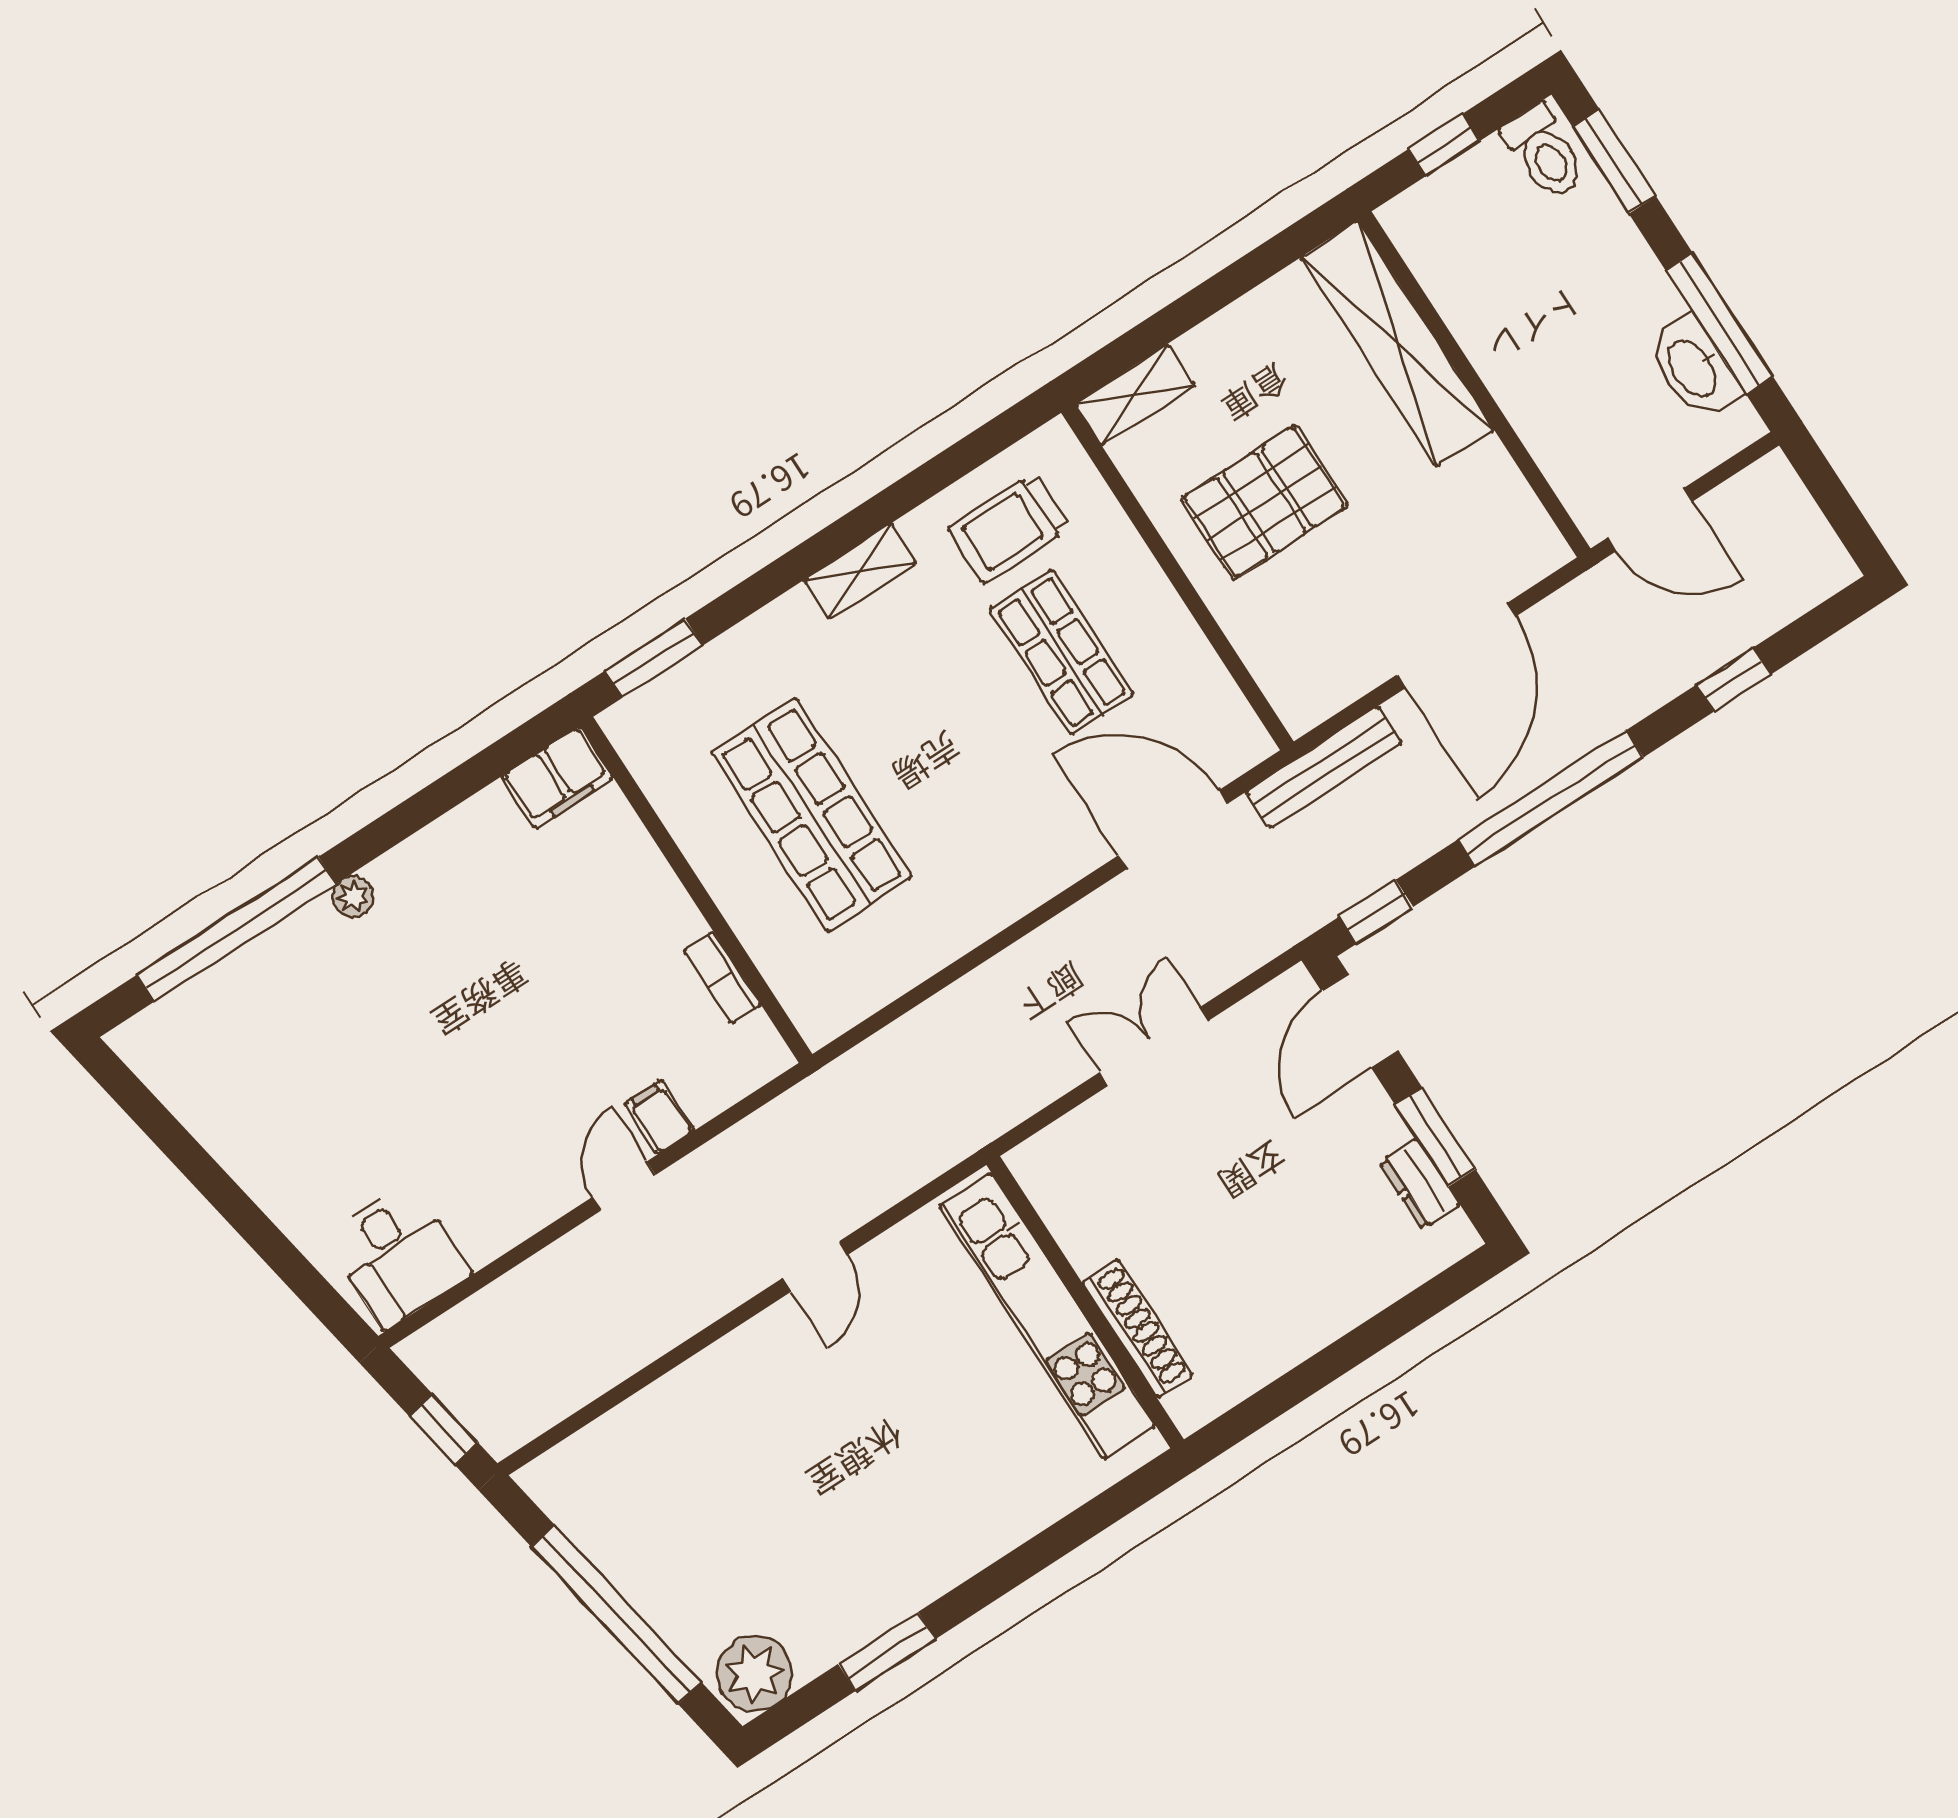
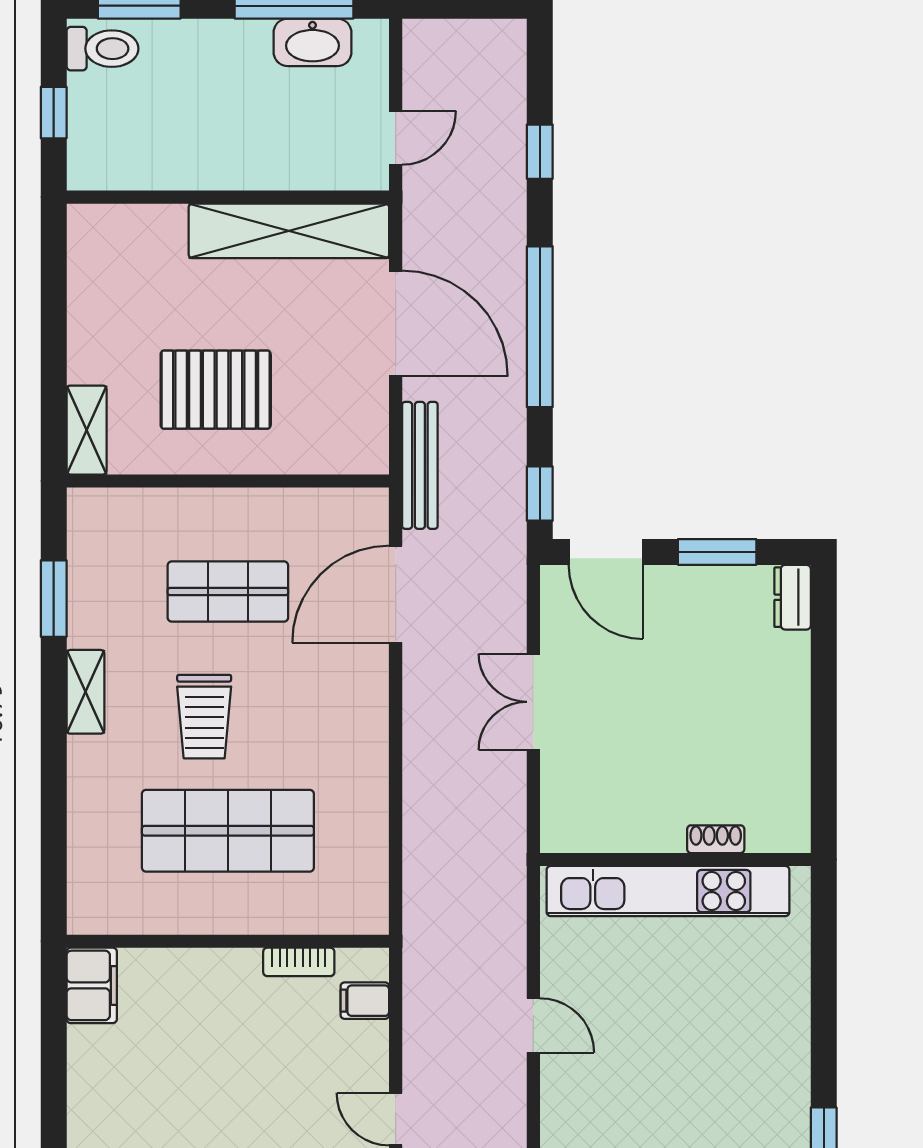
shelving: (1397, 344) -> (289, 231), moved
pallet: (1265, 502) -> (216, 390), turned 90
door: (1650, 520) -> (396, 138), width x0.73
trolley: (1009, 528) -> (204, 717), moved
window: (654, 658) -> (54, 599), moved
filing cabinet: (659, 1117) -> (365, 1001), moved
dresser: (1420, 1184) -> (793, 597), moved, turned 90
shoe rack: (1137, 1328) -> (716, 839), width x0.51, depth x0.81

